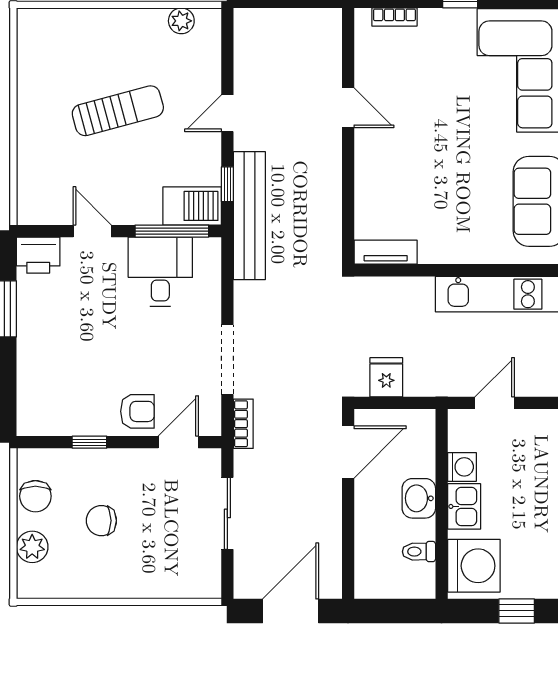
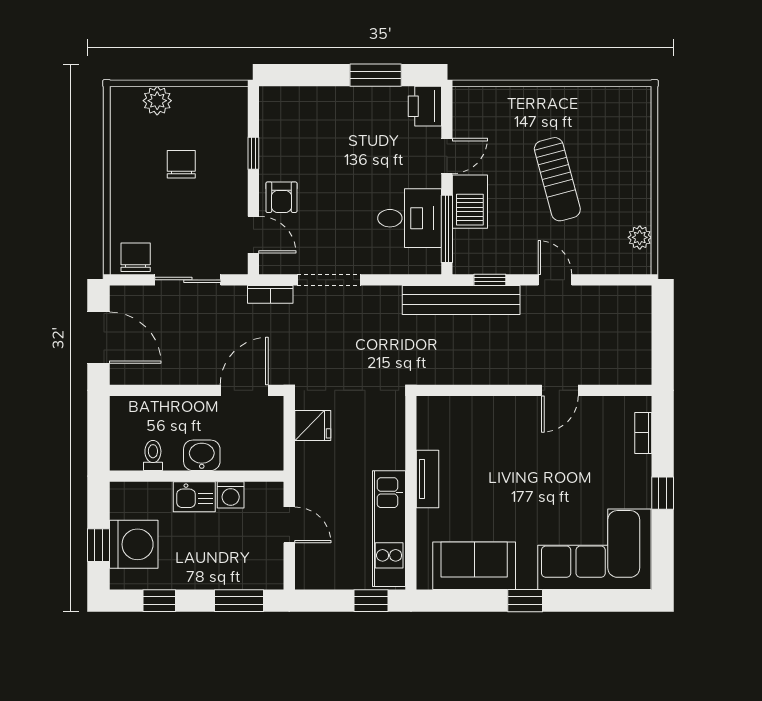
barbecue: (192, 206) -> (470, 202), moved
tv unit: (386, 252) -> (428, 479), moved
door: (348, 452) -> (244, 390), swing flipped
chair: (35, 496) -> (136, 257), moved, turned 90
washing machine: (474, 566) -> (134, 544), moved, turned -90

